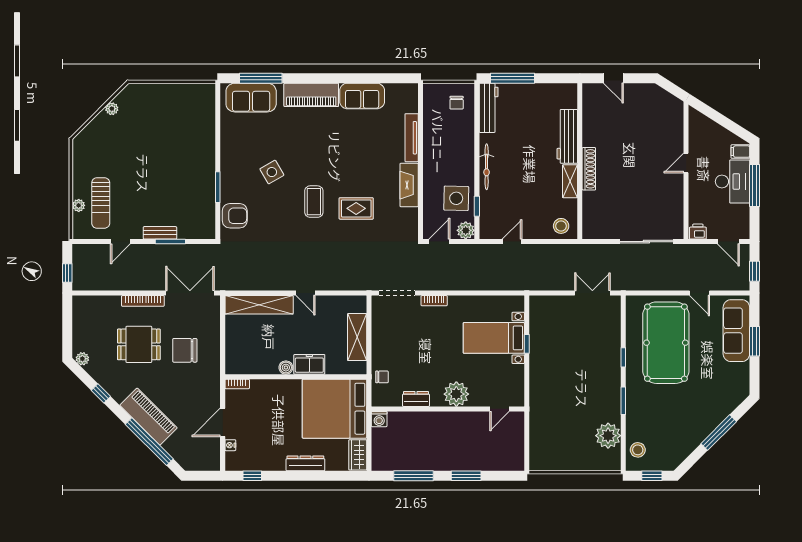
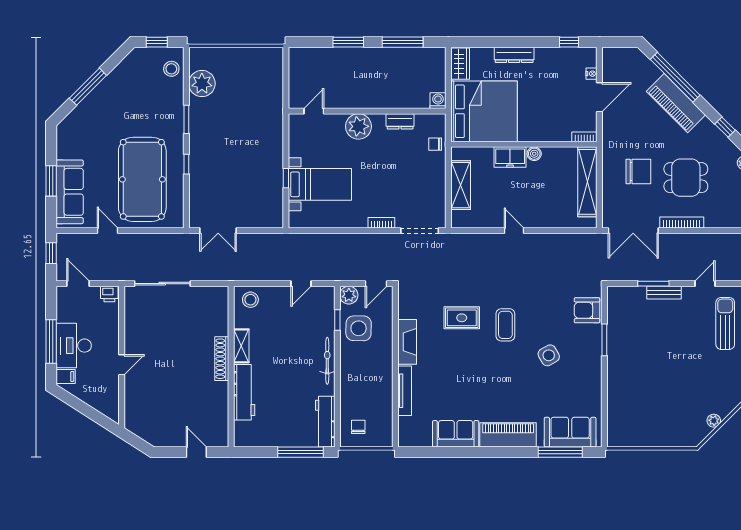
shelving: (259, 305) -> (587, 182), moved, turned 90

